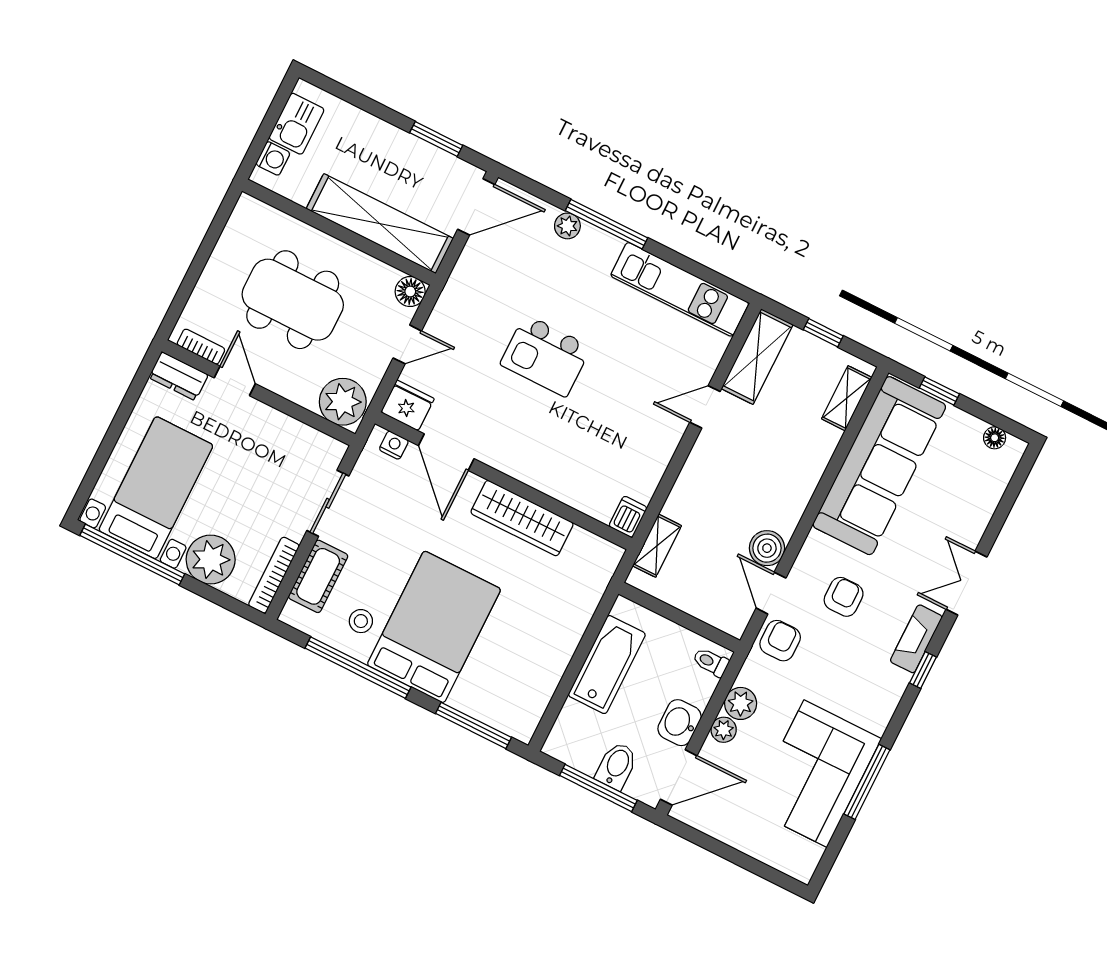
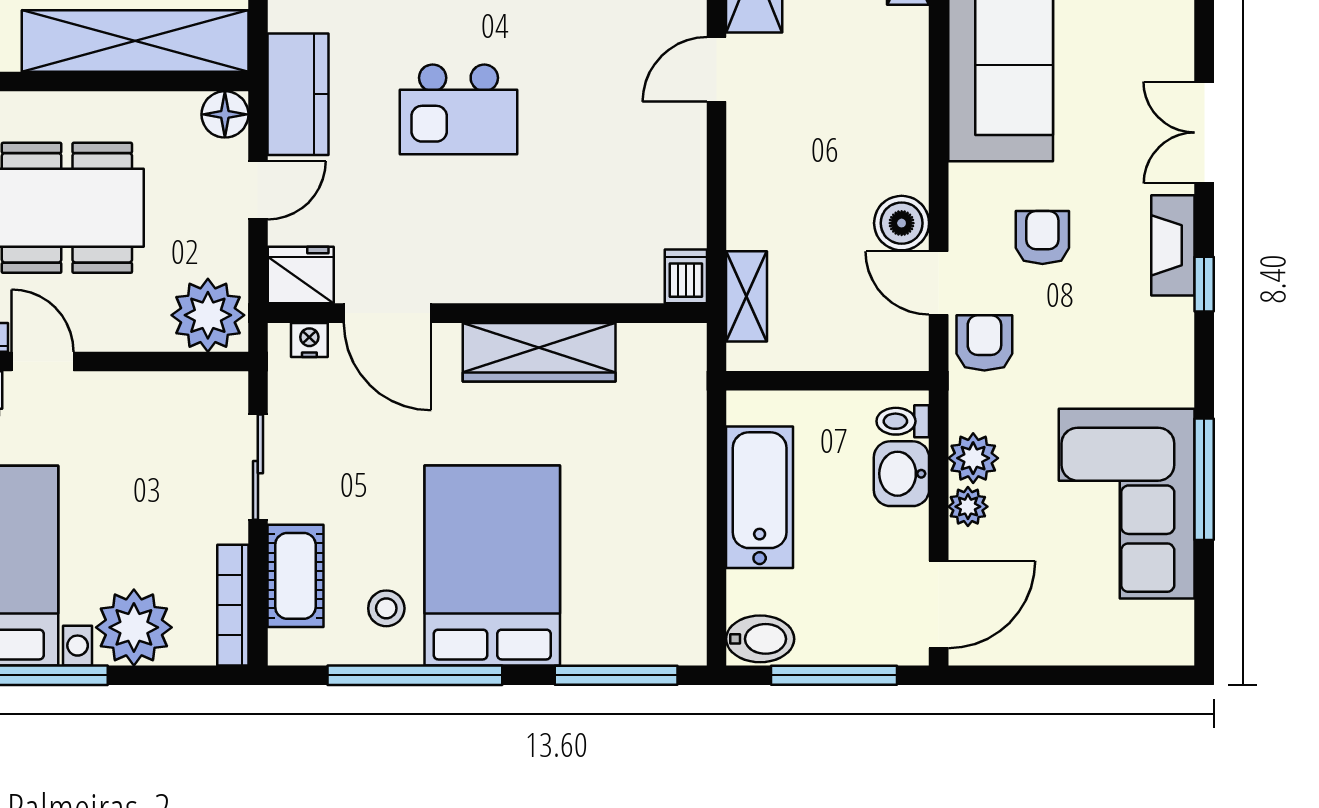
kitchen counter: (458, 301) -> (298, 94), added
washbasin: (679, 723) -> (901, 474), moved
bidet: (617, 766) -> (760, 639), moved, turned 90

